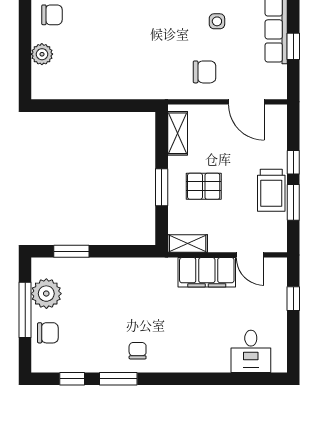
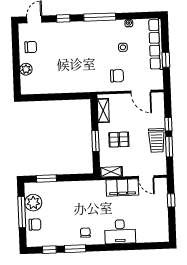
desk: (251, 351) -> (120, 232), moved, width x1.37

